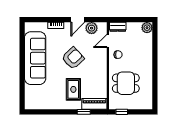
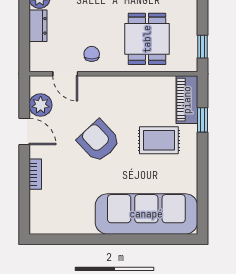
dresser: (118, 27) -> (38, 26), moved
sofa: (35, 58) -> (146, 214), moved

